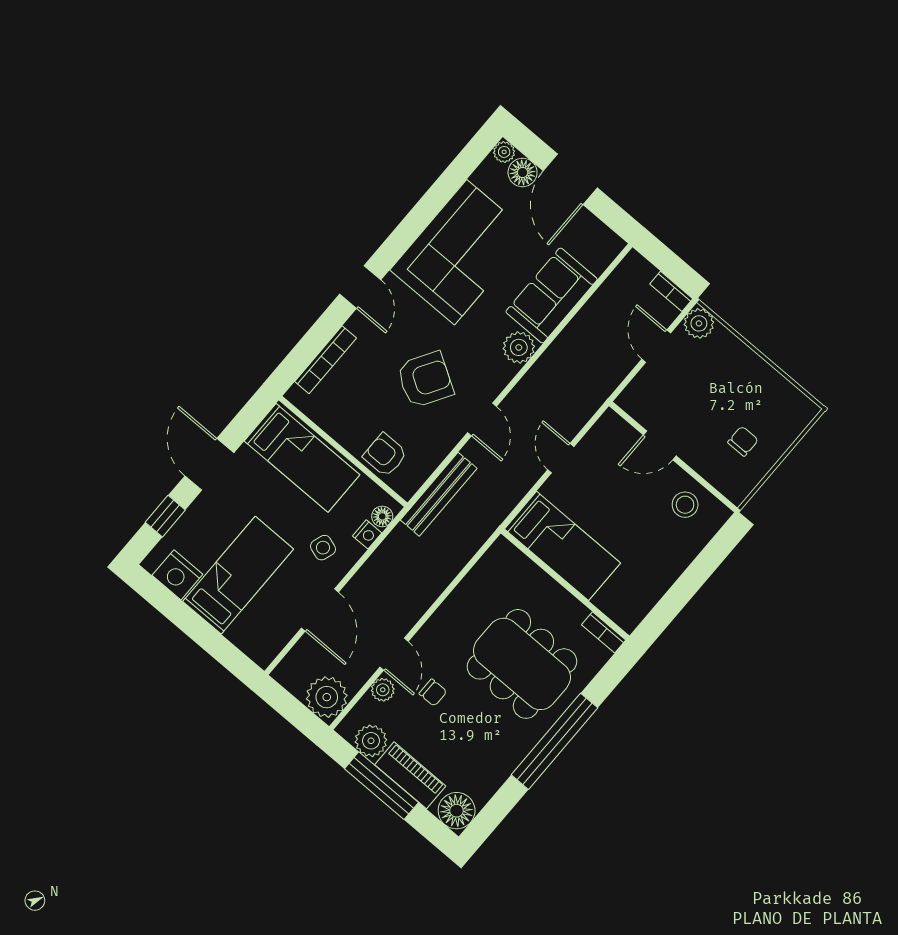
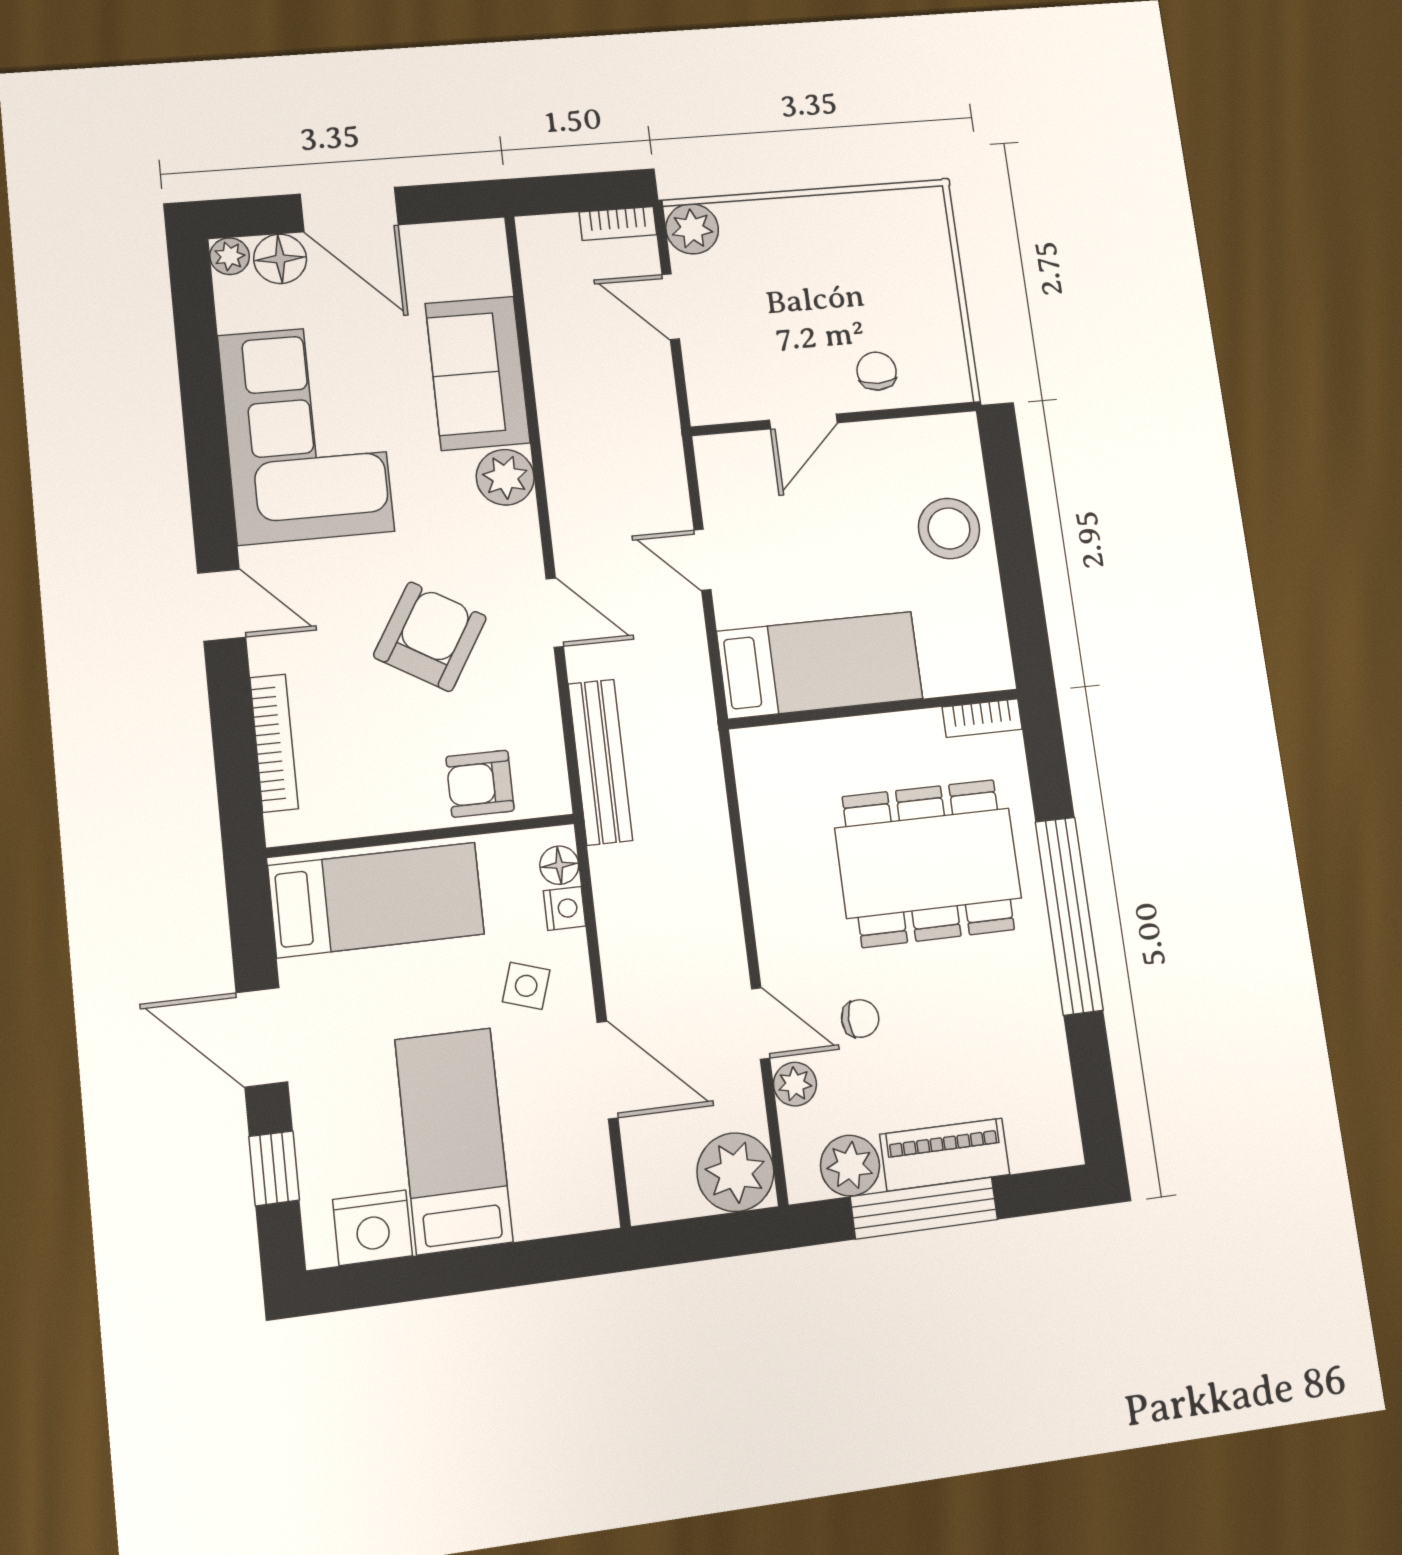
chair: (743, 441) -> (877, 371), moved
stool: (685, 505) -> (949, 529), moved, width x1.38, depth x1.38
floor lamp: (457, 811) -> (1048, 1135), removed

